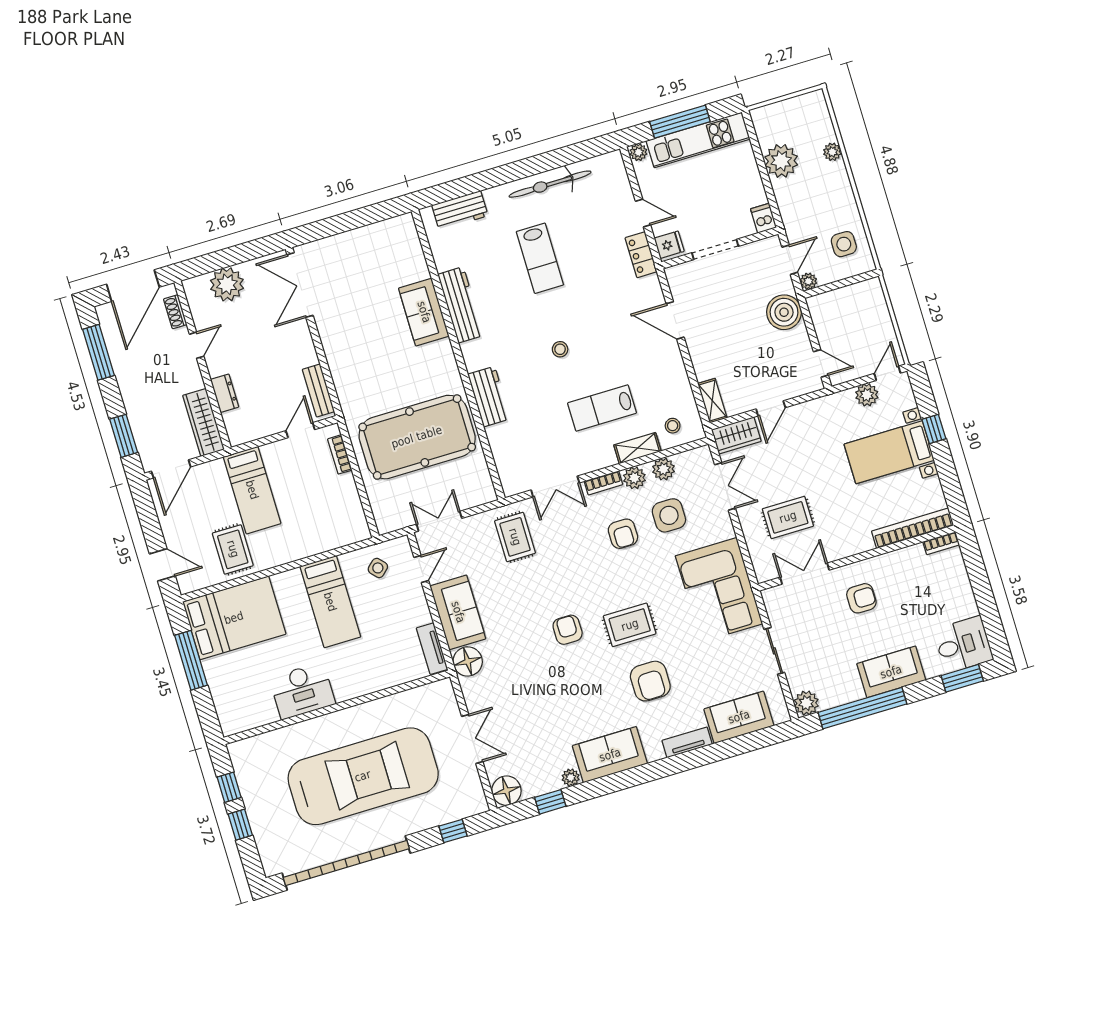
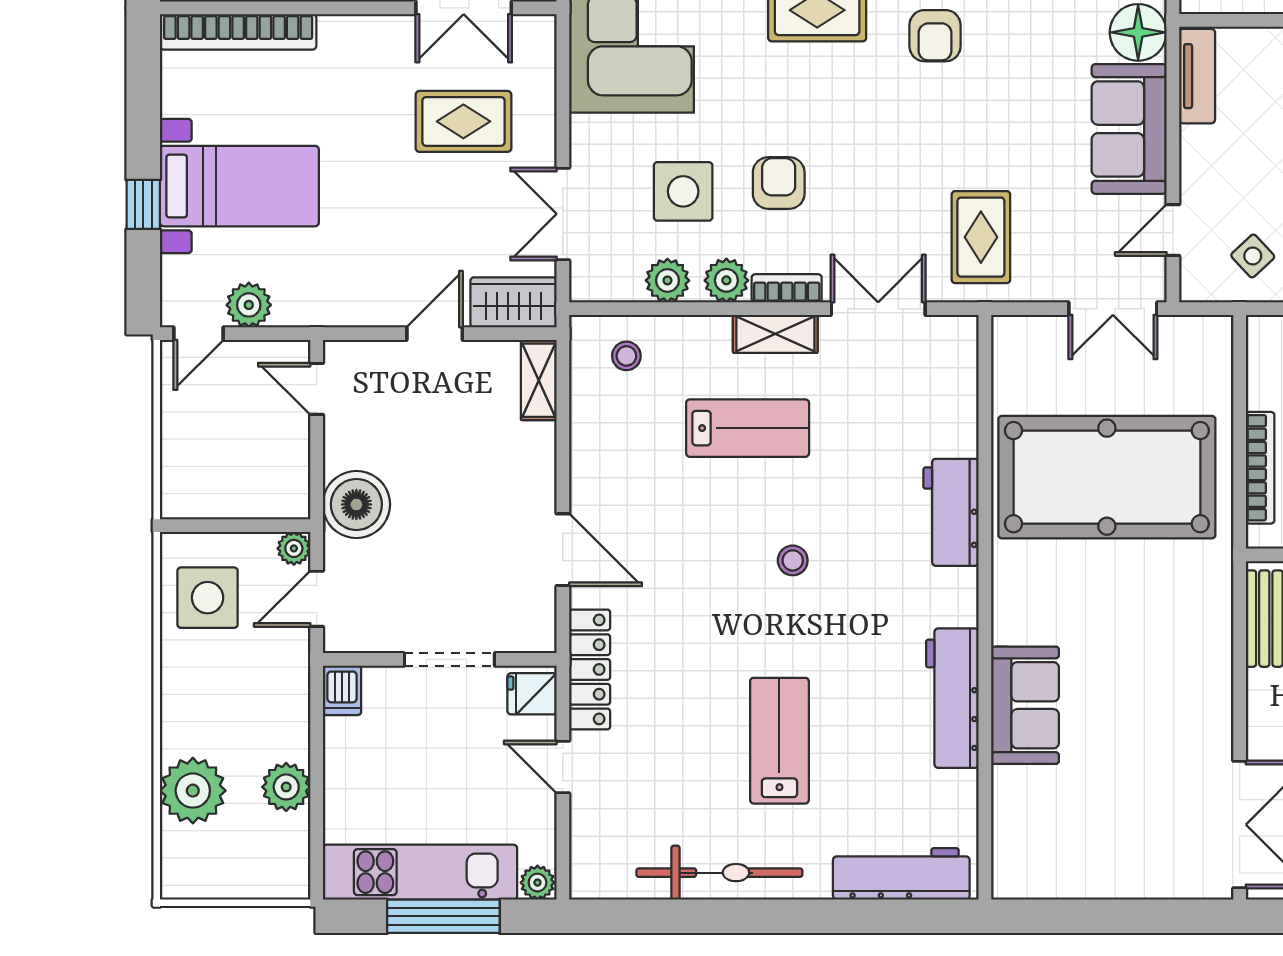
plant: (832, 152) -> (193, 791), width x1.87, depth x1.87
plant: (781, 161) -> (286, 787), width x0.73, depth x0.73
workbench: (460, 210) -> (901, 874), width x1.38
side table: (844, 244) -> (208, 598), width x1.37, depth x1.37
locker: (641, 255) -> (590, 669), width x1.53
shelving: (637, 448) -> (775, 334), moved
bookcase: (340, 454) -> (1260, 468), width x1.56

